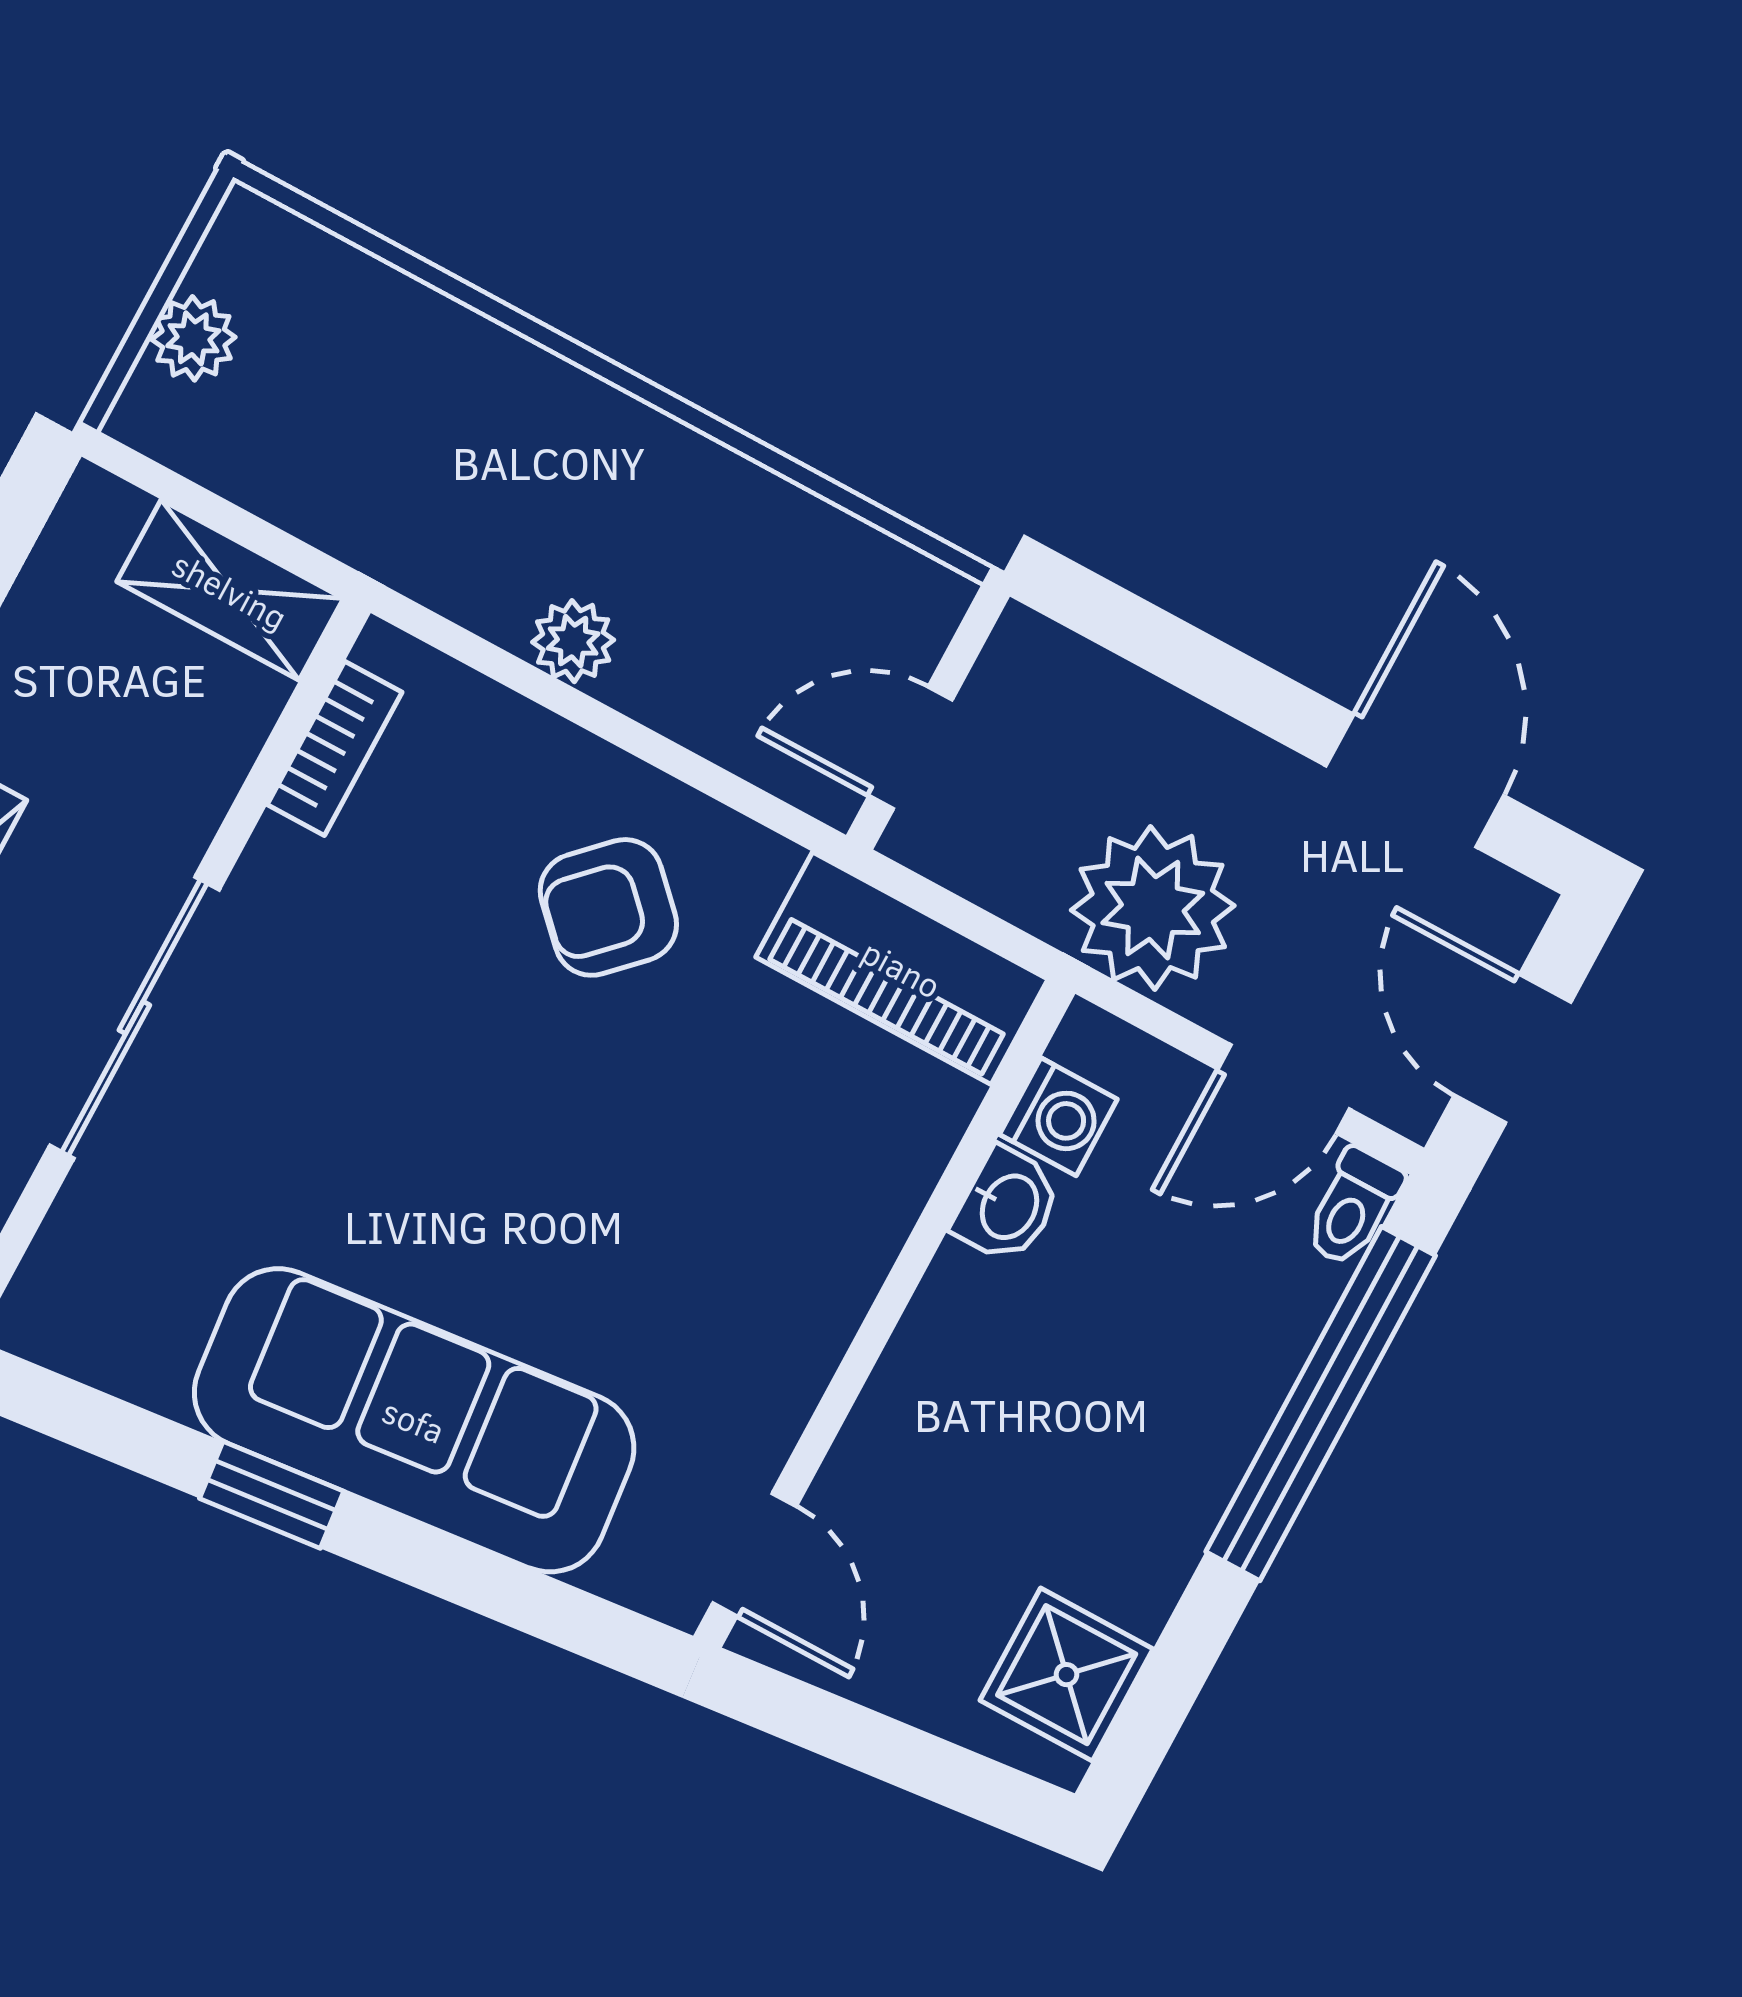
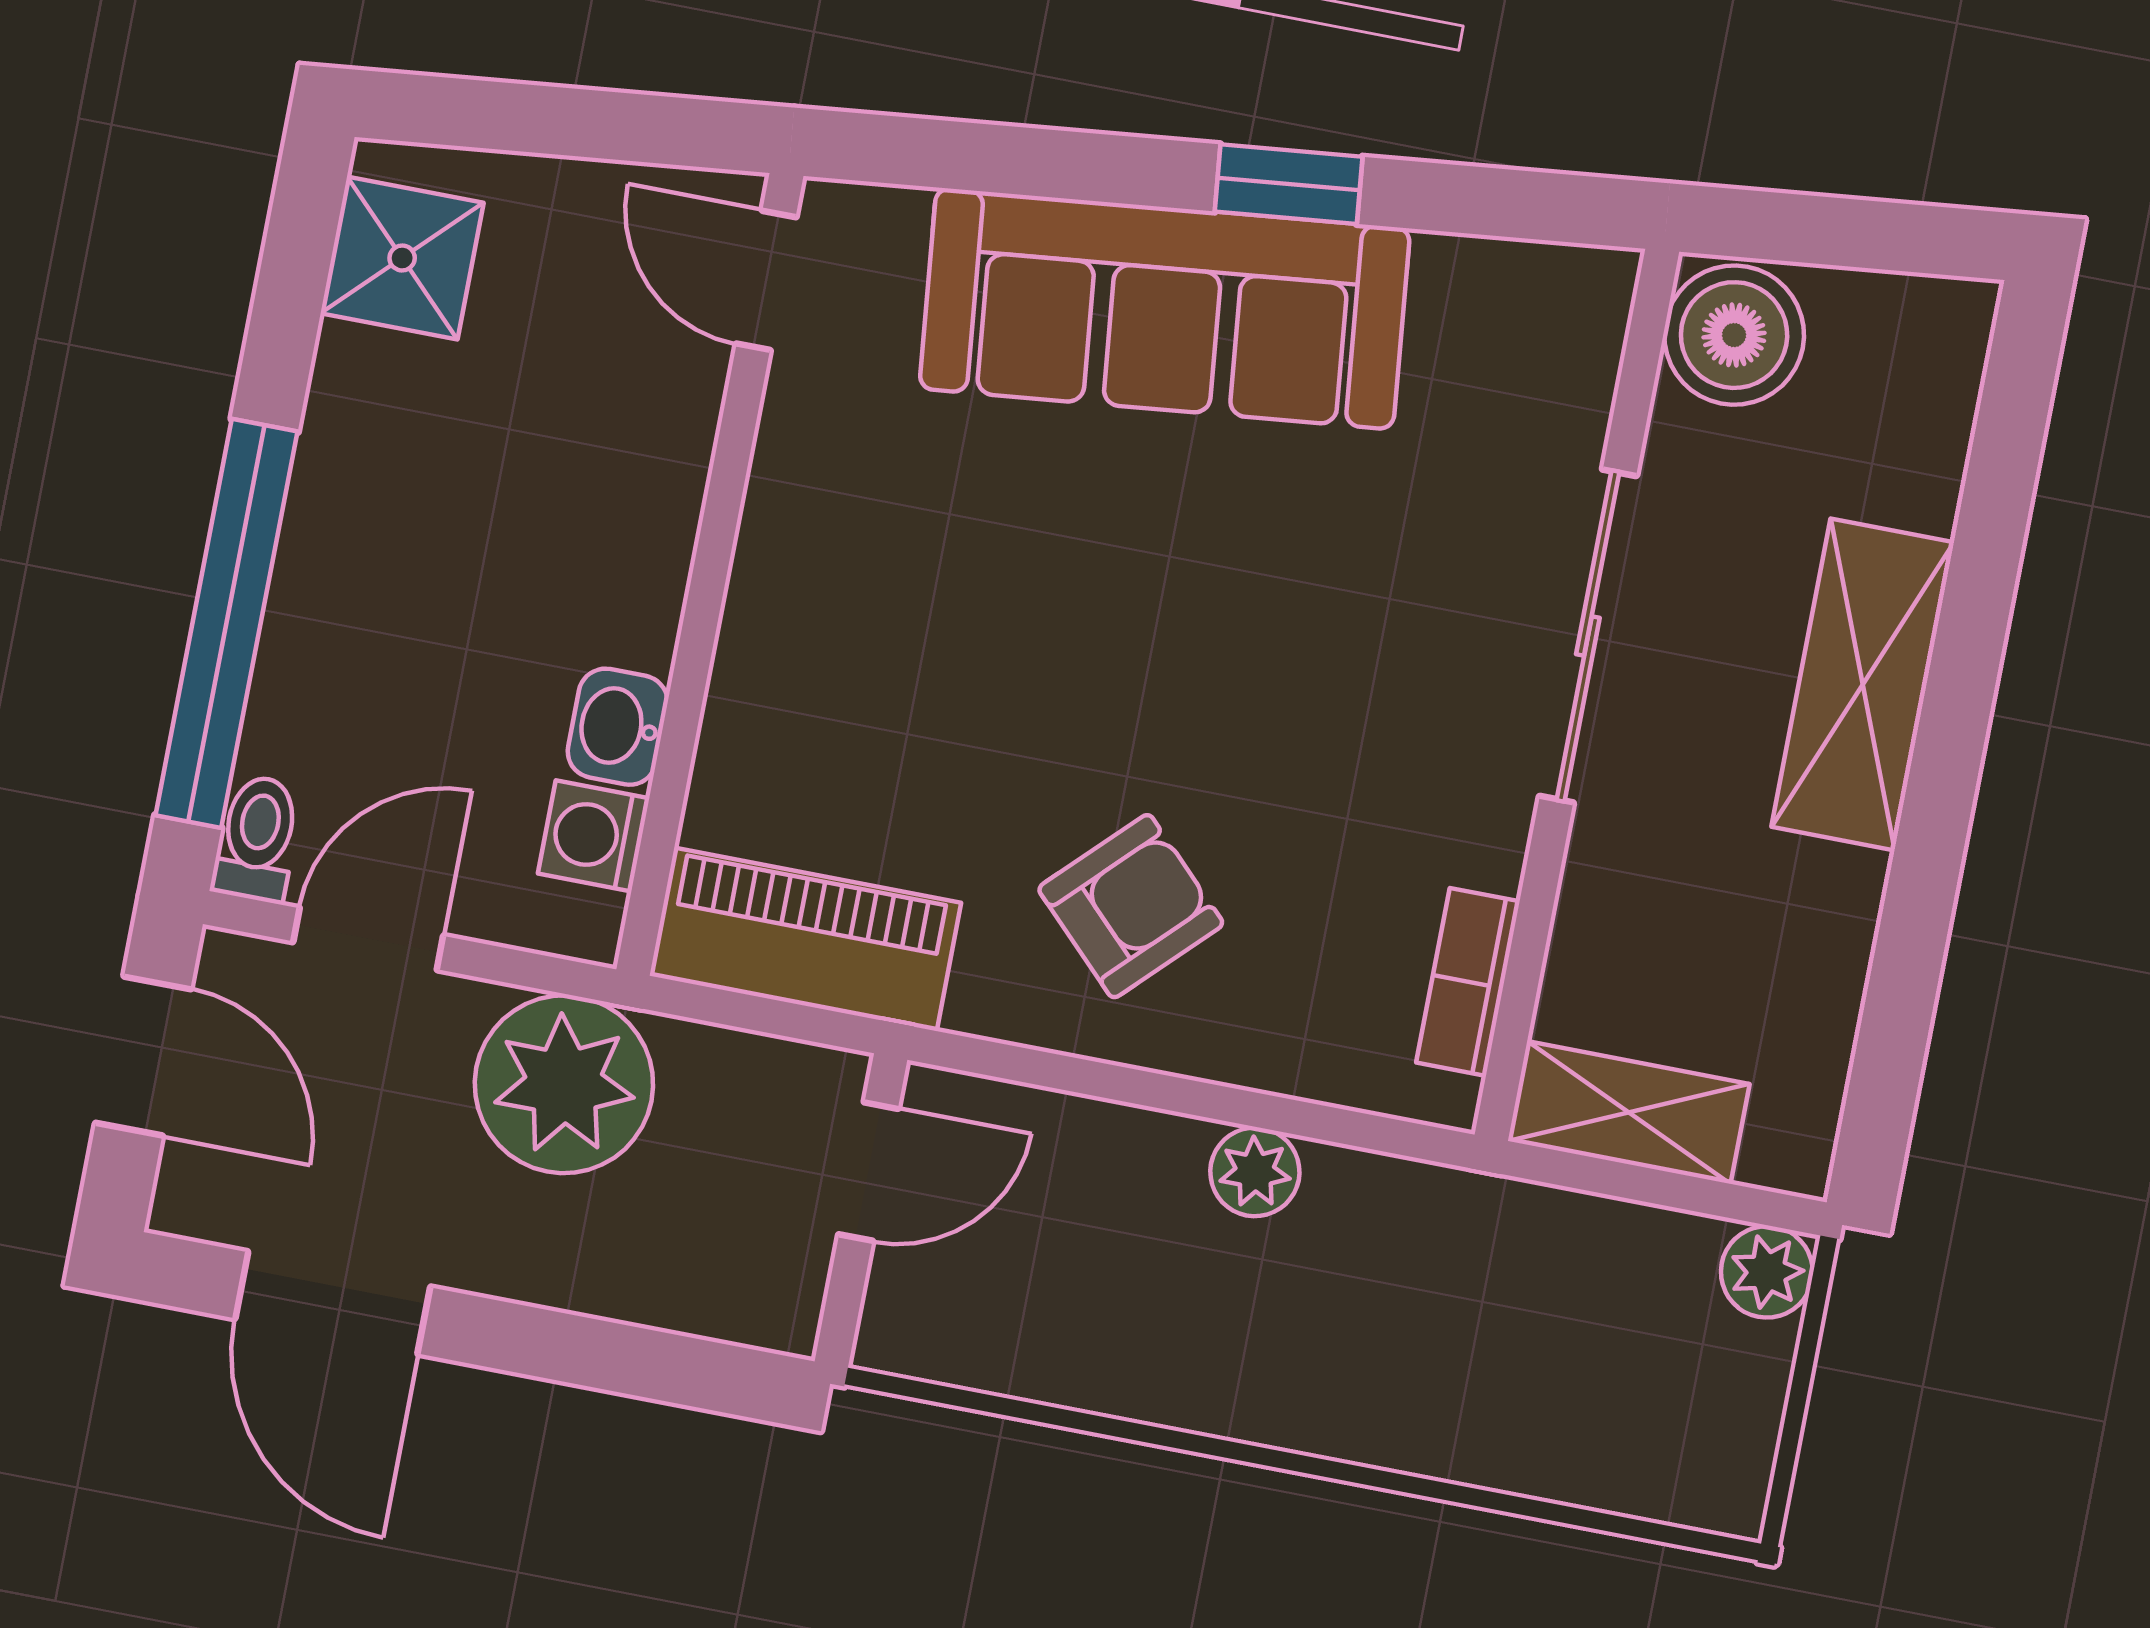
plant: (193, 338) -> (1767, 1272), moved

